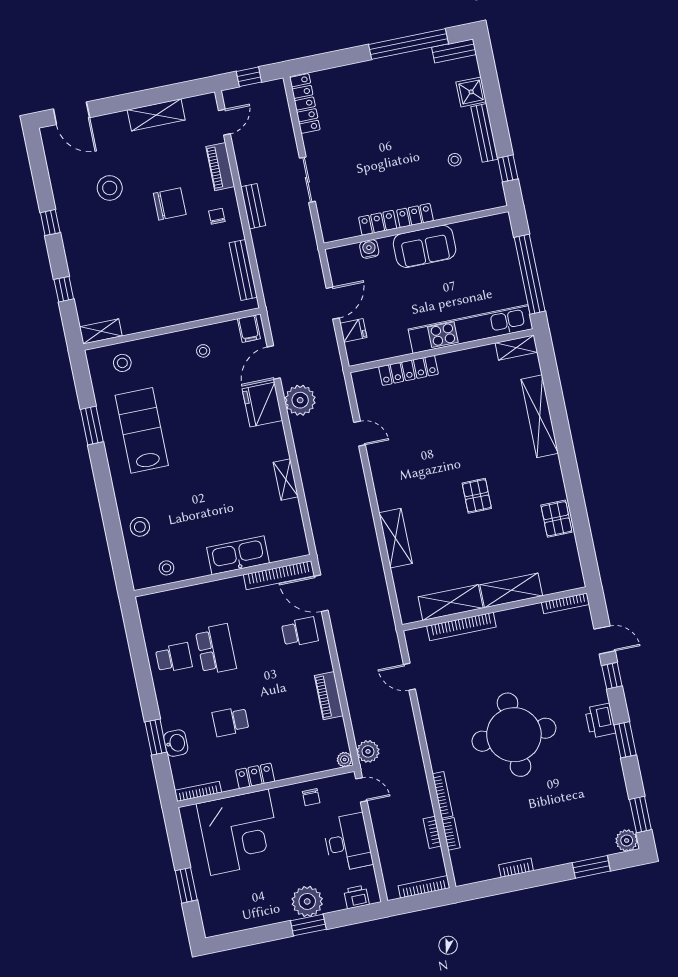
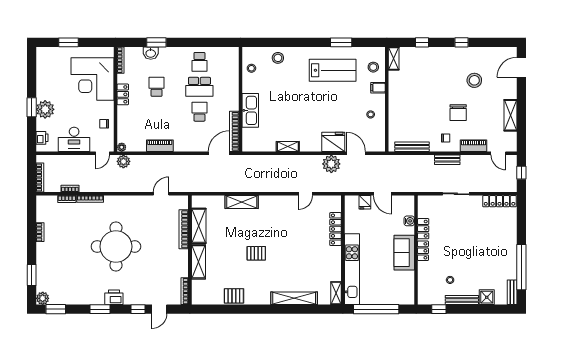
filing cabinet: (249, 329) -> (378, 88), moved
school desk: (300, 632) -> (199, 112), moved, turned 180

